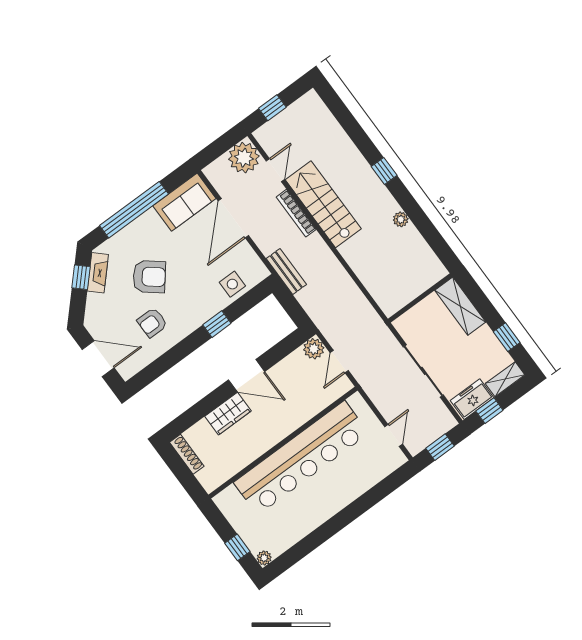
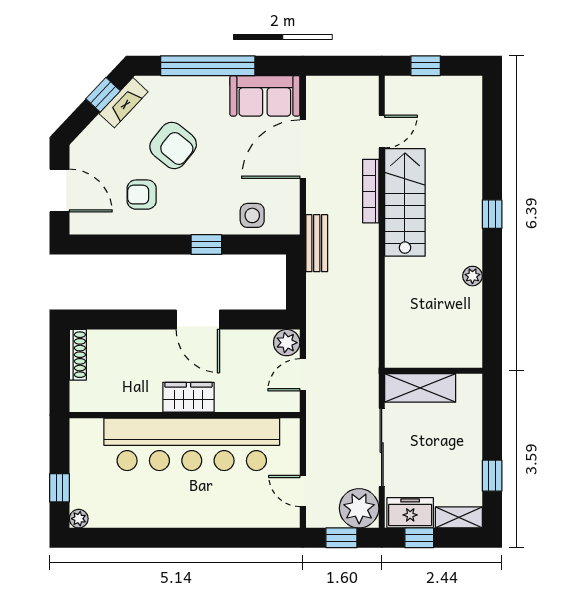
plant: (244, 158) -> (359, 508), moved
shelving: (460, 306) -> (420, 388), moved, turned 90
wardrobe: (228, 414) -> (188, 397), moved, turned 180
door: (394, 435) -> (303, 491), swing flipped

